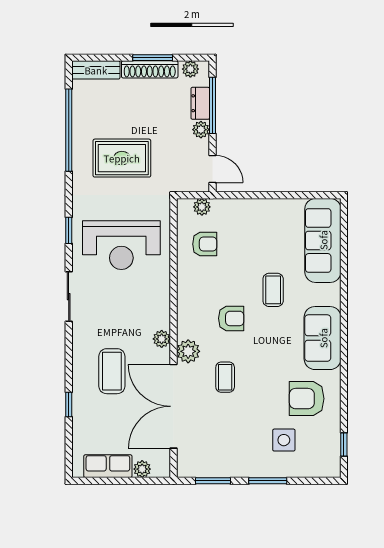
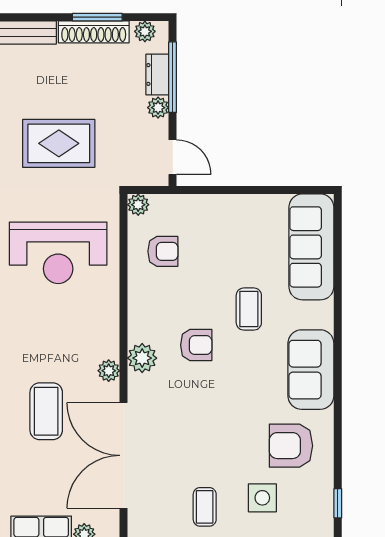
plant: (202, 207) -> (138, 205), moved
plant: (188, 351) -> (142, 358), moved
coffee table: (225, 377) -> (205, 507), moved

